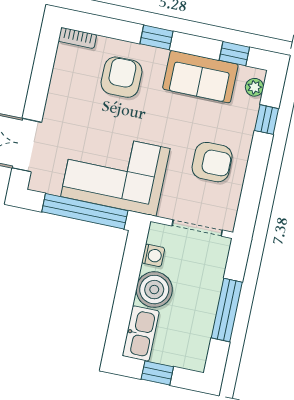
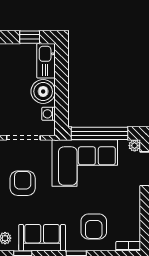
armchair: (212, 162) -> (23, 183), turned 90
plant: (37, 183) -> (135, 146), added

